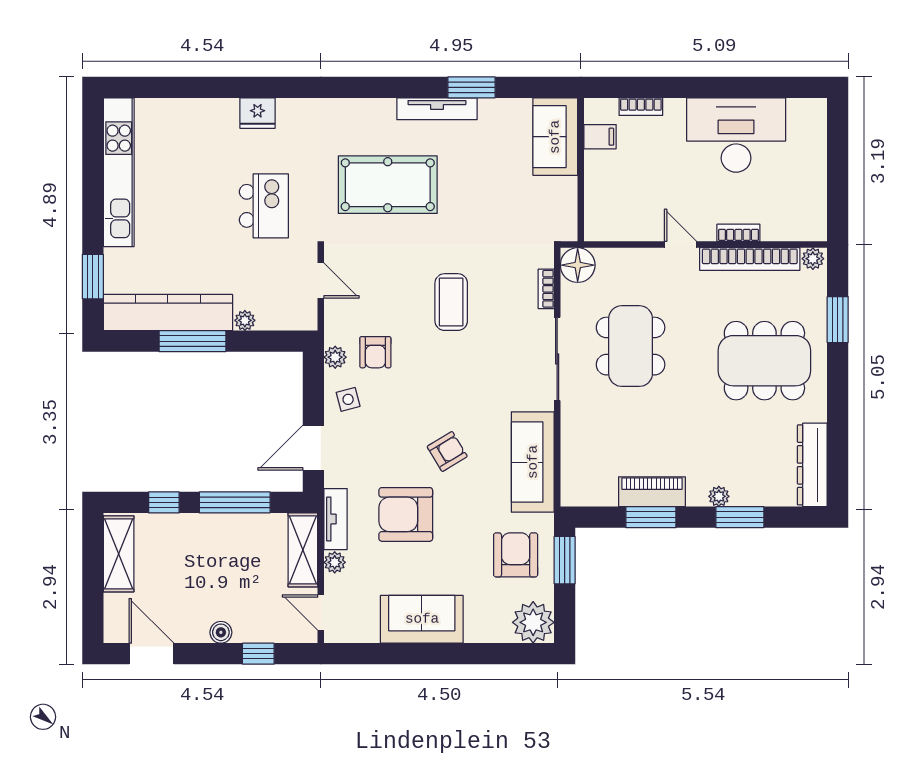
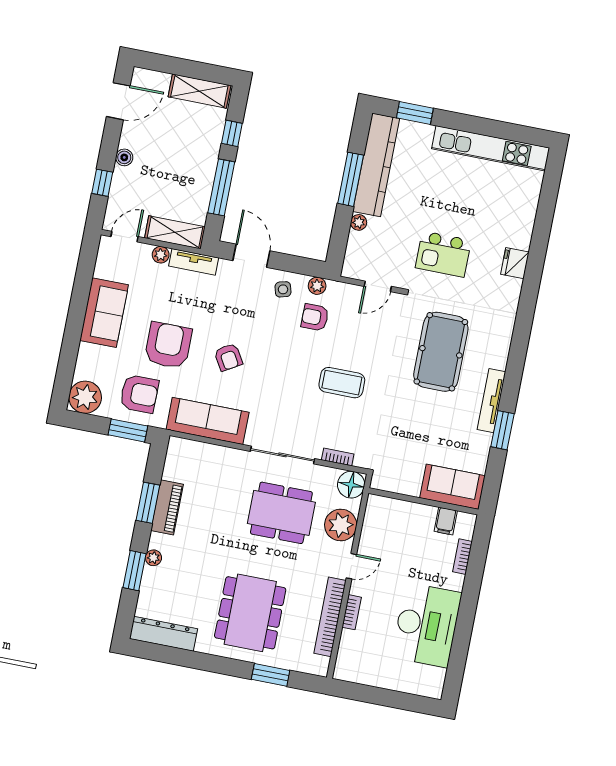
plant: (813, 259) -> (341, 525), moved, width x1.88, depth x1.88
armchair: (406, 514) -> (168, 345), moved

